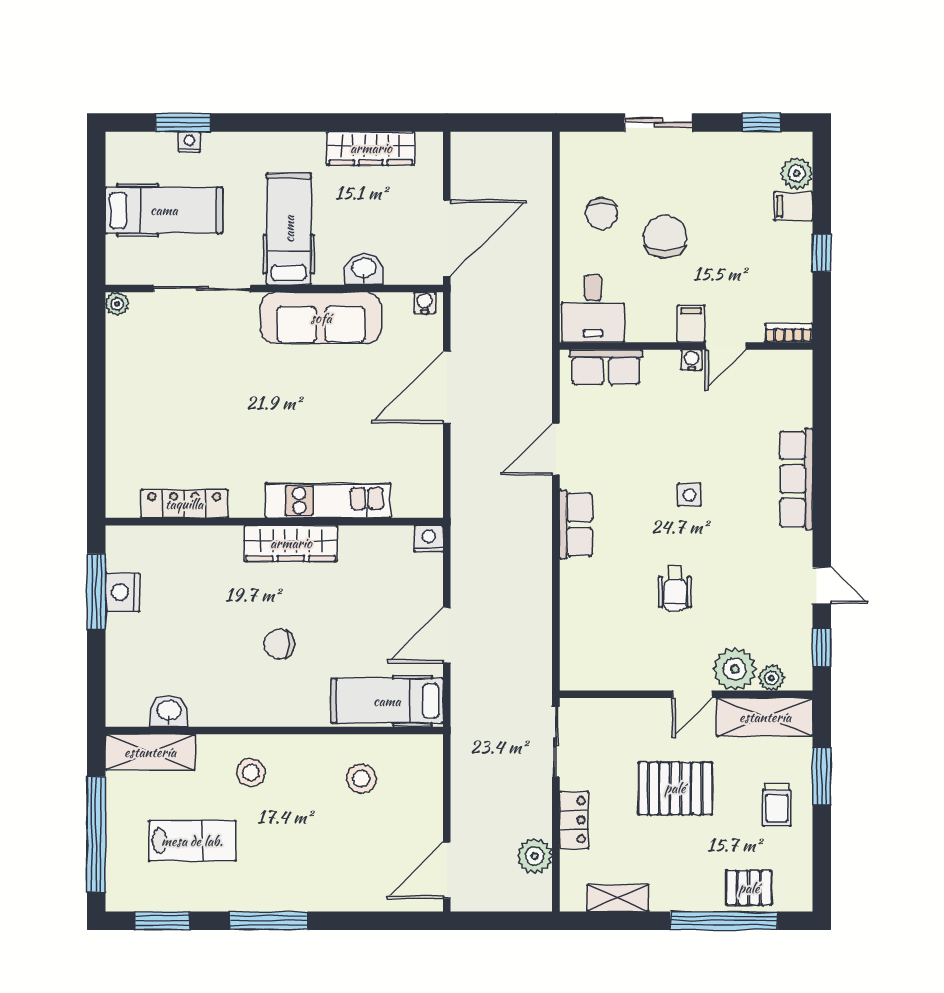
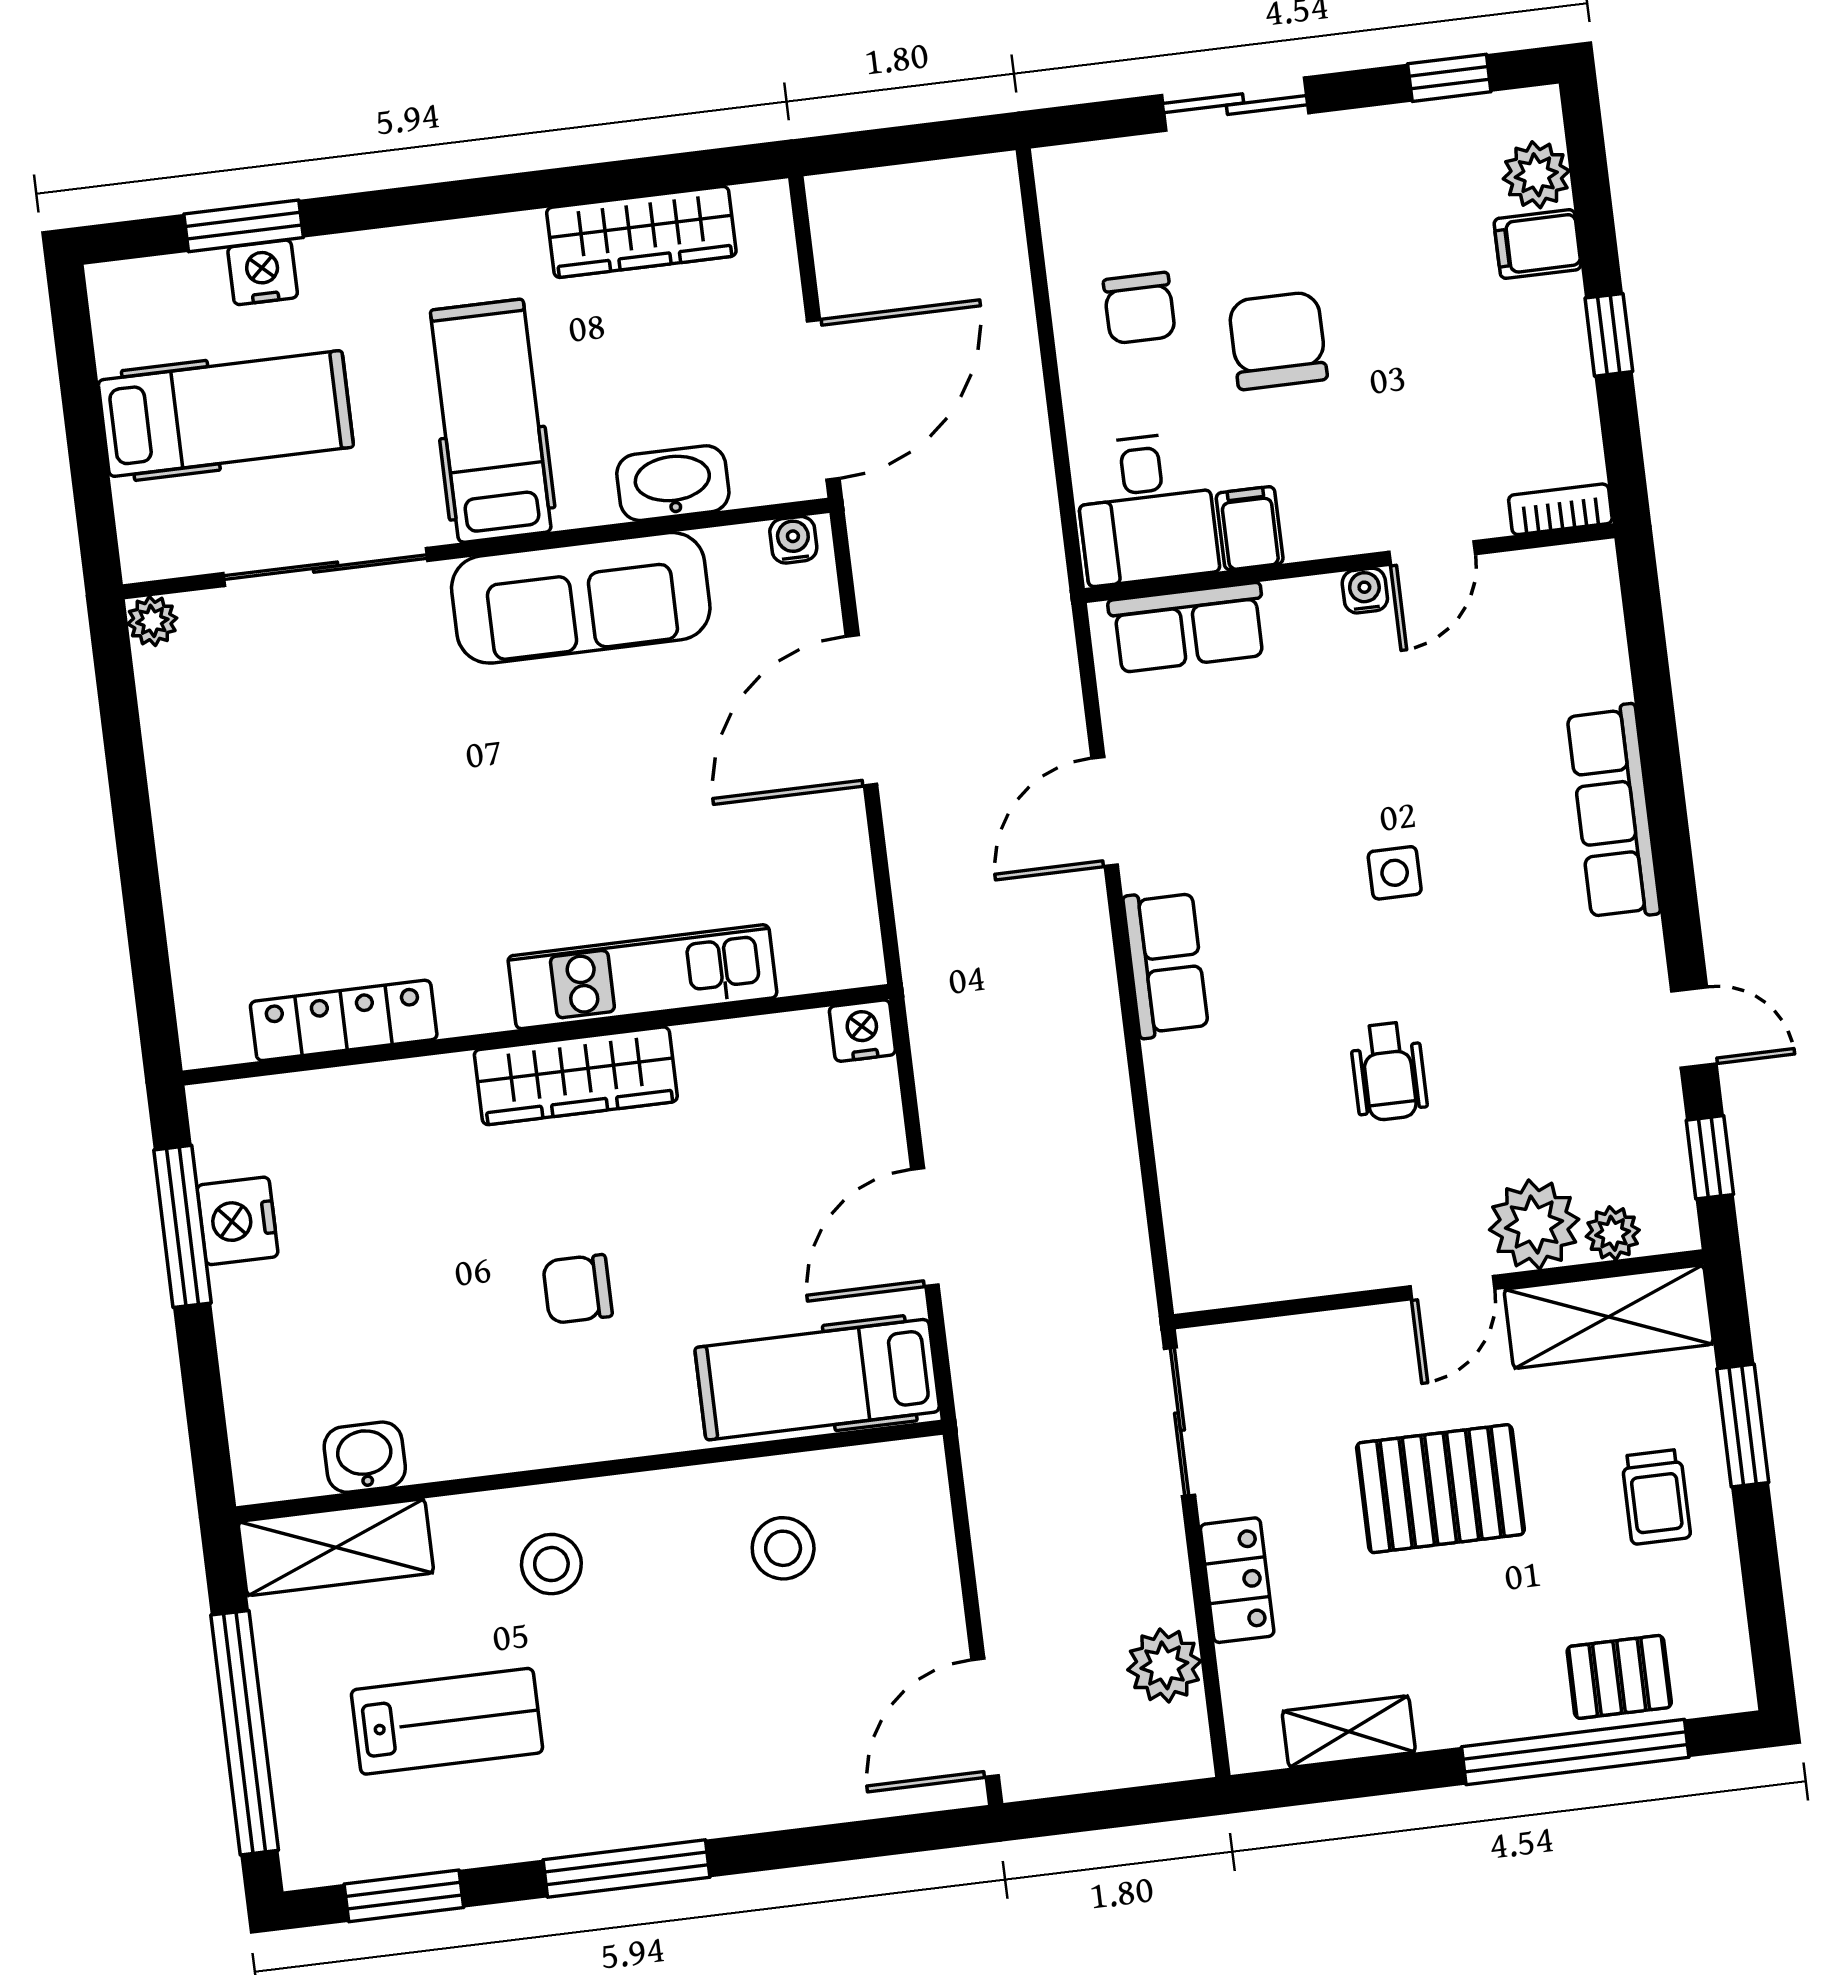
nightstand: (189, 142) -> (263, 272), width x1.39, depth x1.35
washbasin: (364, 269) -> (673, 483), width x1.38
filing cabinet: (691, 324) -> (1250, 528), moved

